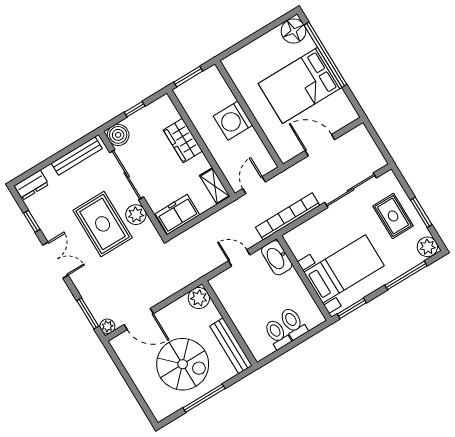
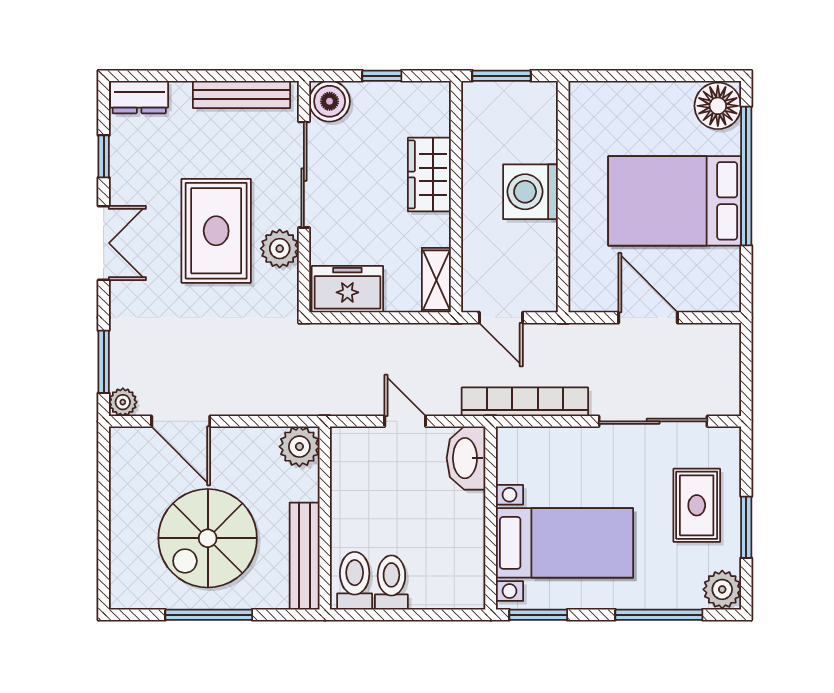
door: (254, 185) -> (501, 318), swing flipped
toilet: (293, 323) -> (355, 581), moved
spiral stairs: (183, 364) -> (208, 538), turned 90

